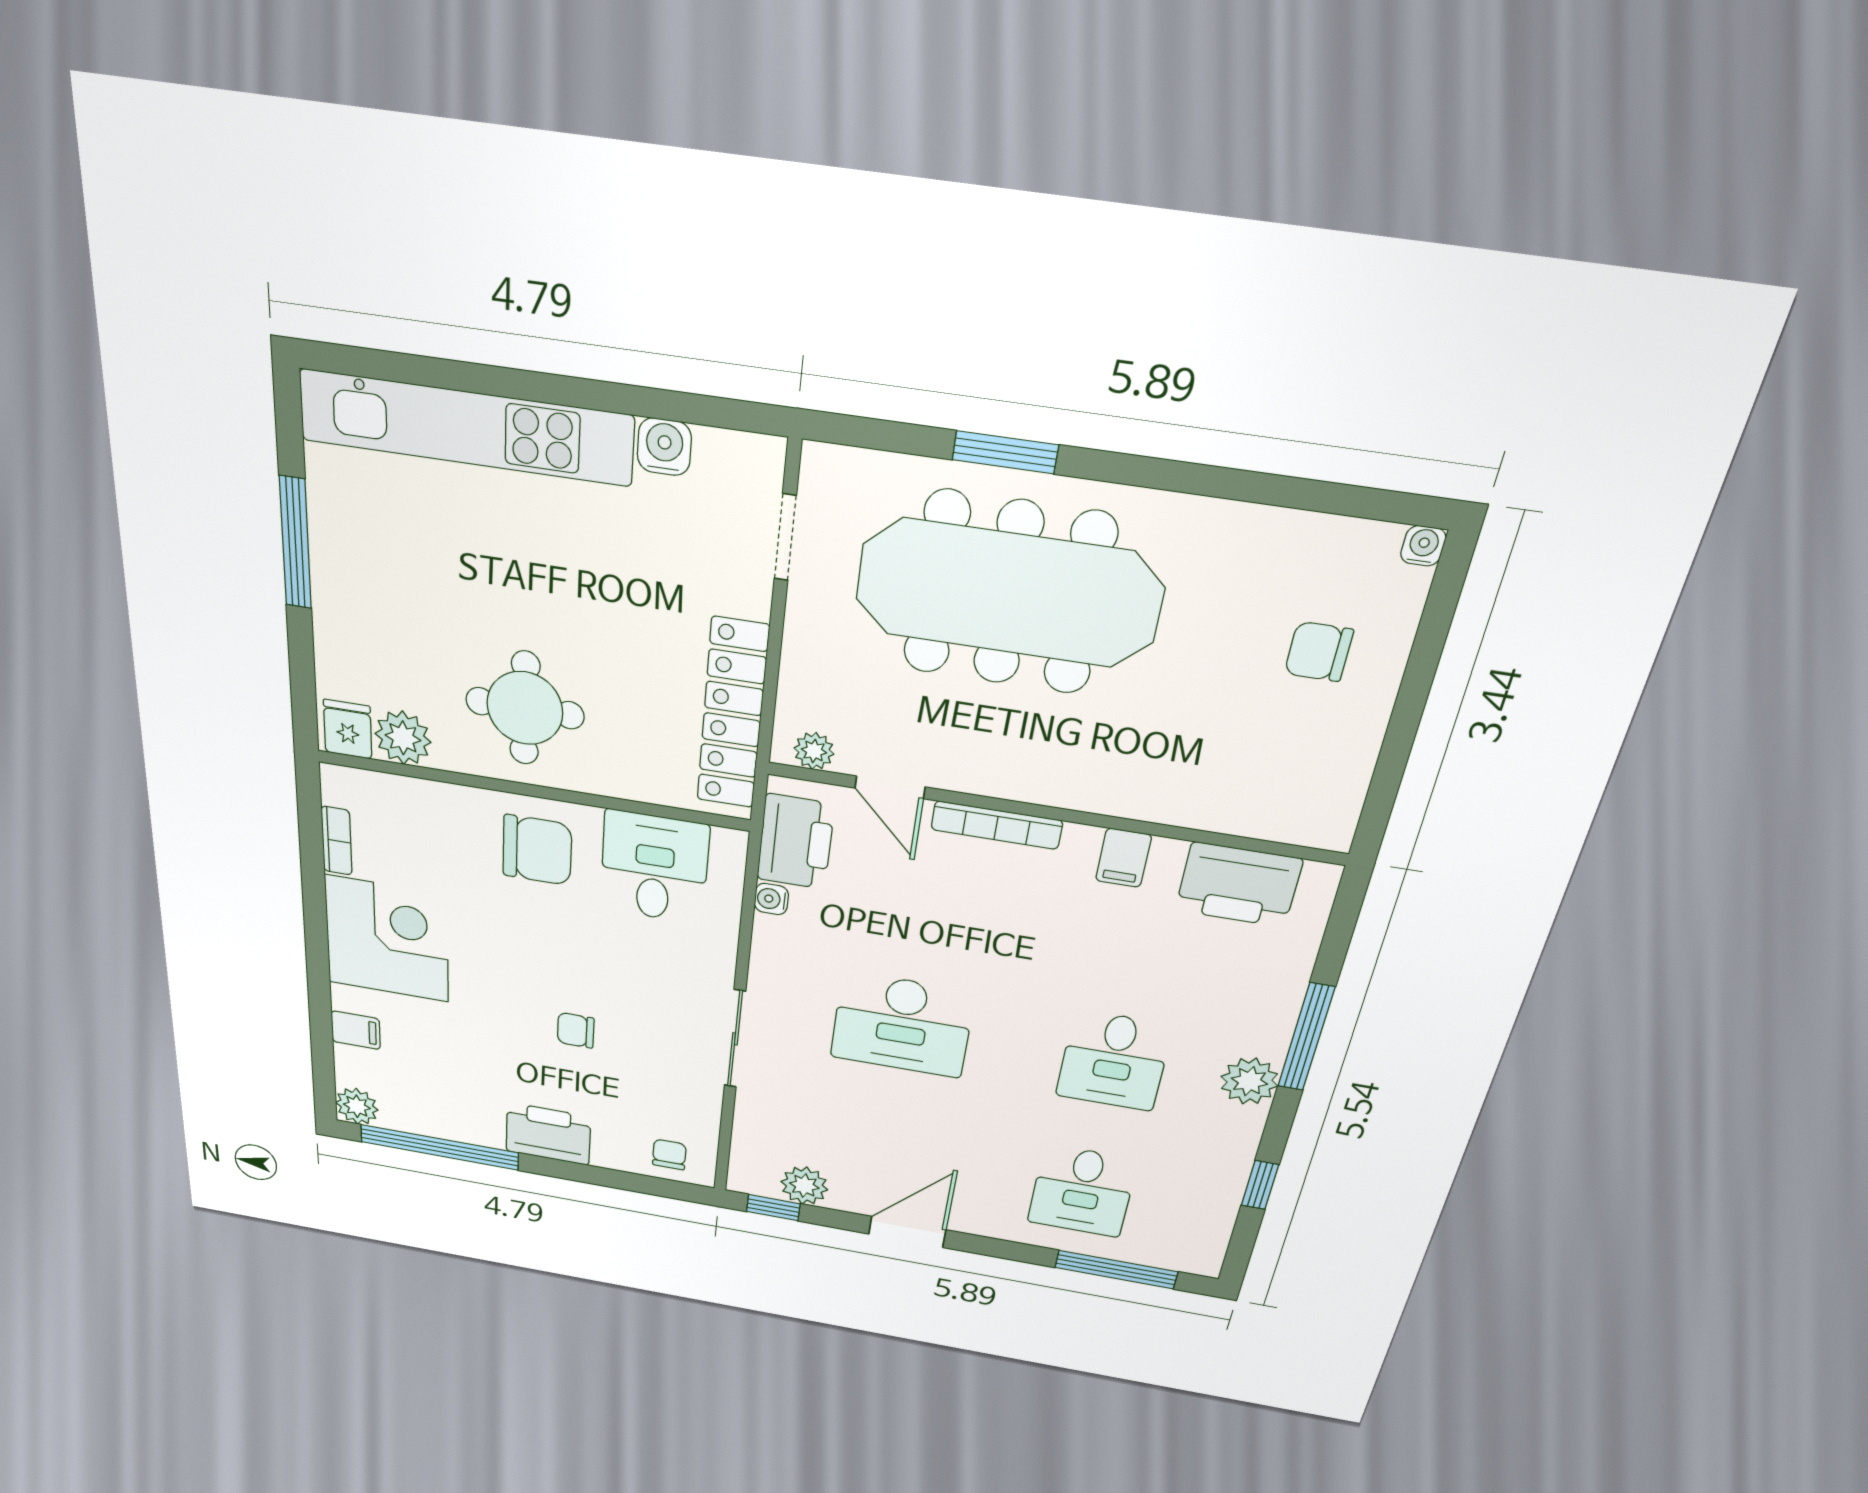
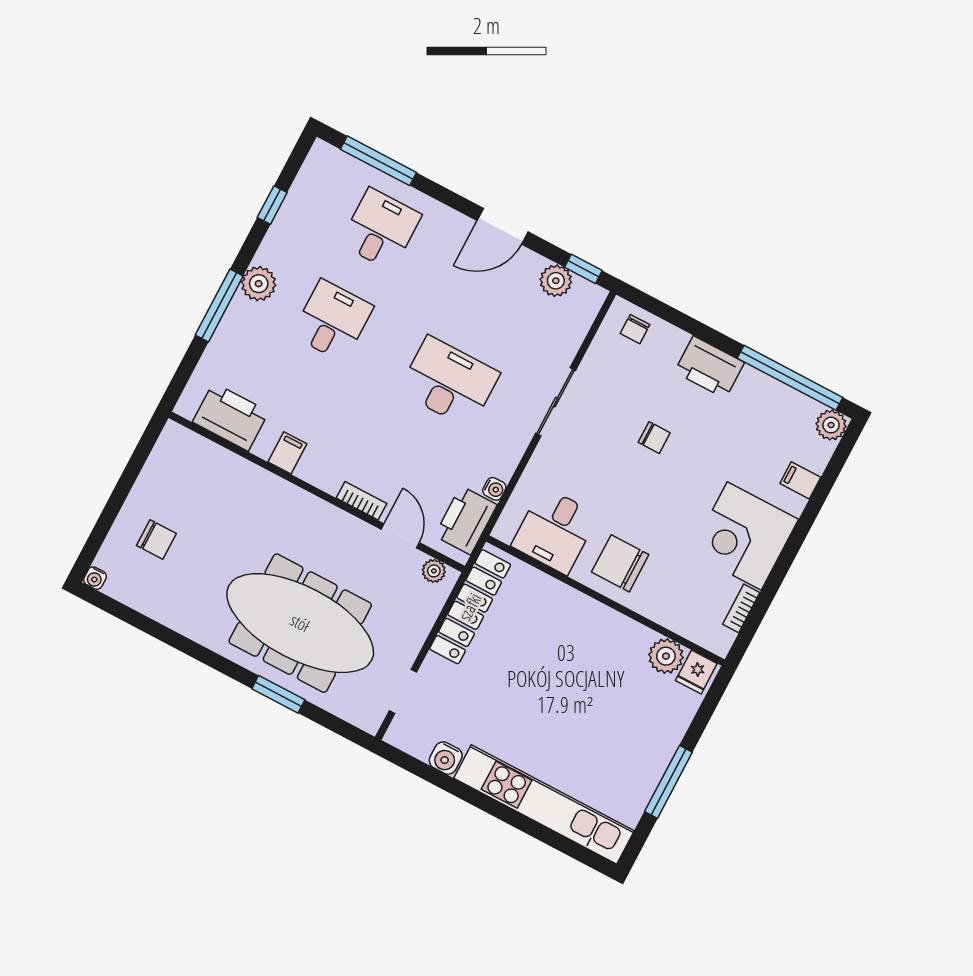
round table: (525, 708) -> (586, 649), removed
bookcase: (997, 825) -> (361, 501), width x0.64

